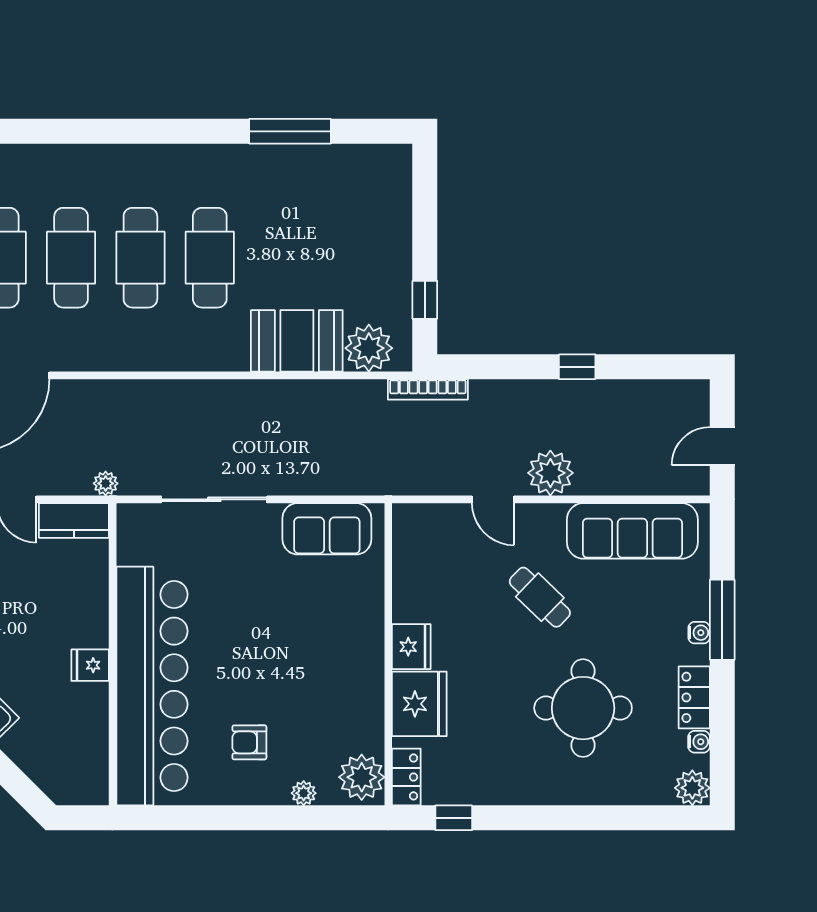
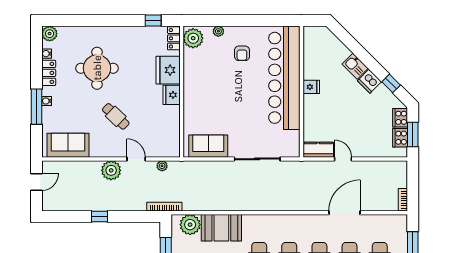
plant: (106, 483) -> (162, 166), moved
sofa: (632, 531) -> (68, 145), width x0.73
armchair: (249, 742) -> (242, 53), turned 90

